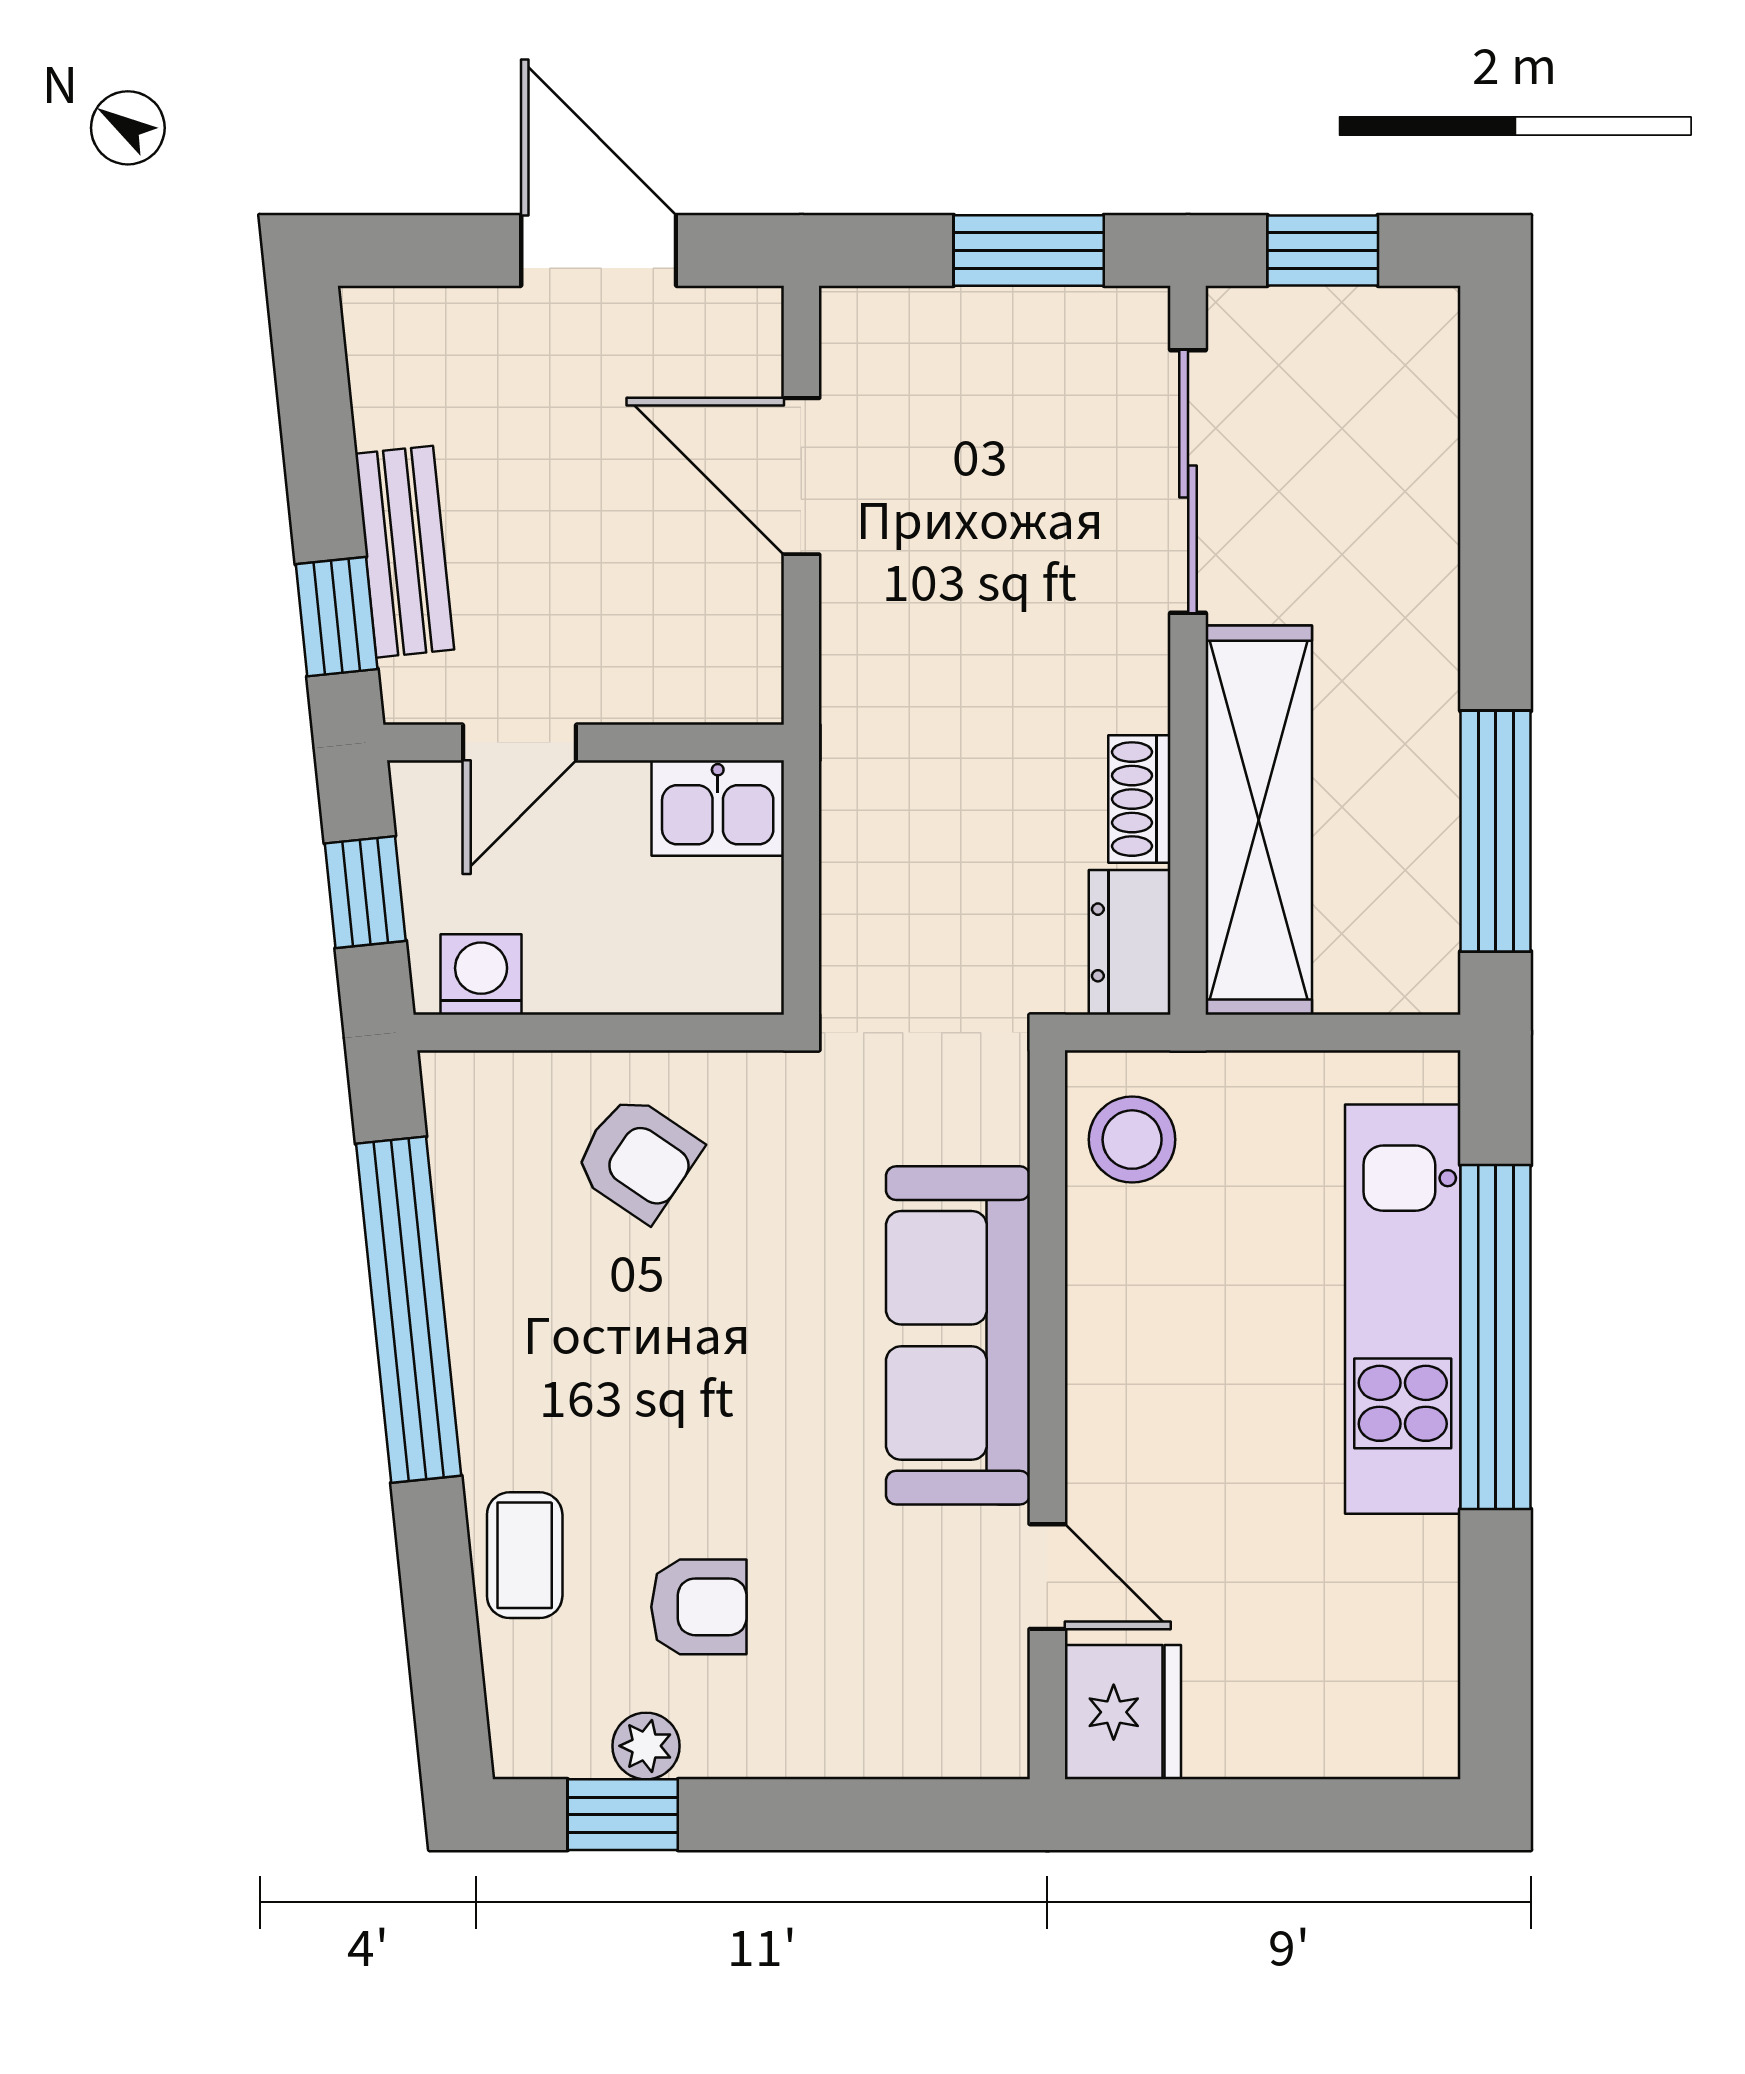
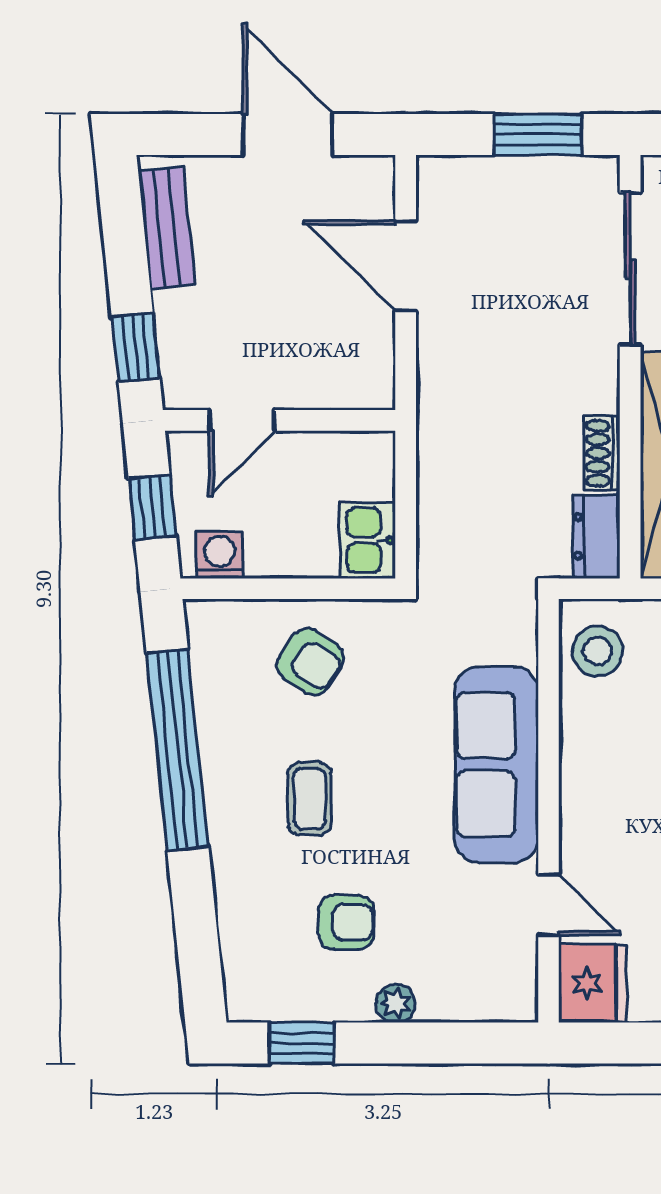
bench: (405, 552) -> (167, 227), moved
kitchen sink: (718, 808) -> (368, 540), moved, turned 90
coffee table: (525, 1555) -> (310, 799), moved
plant: (646, 1746) -> (396, 1003), moved

